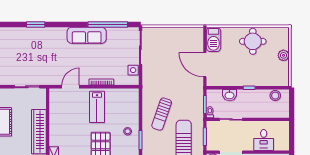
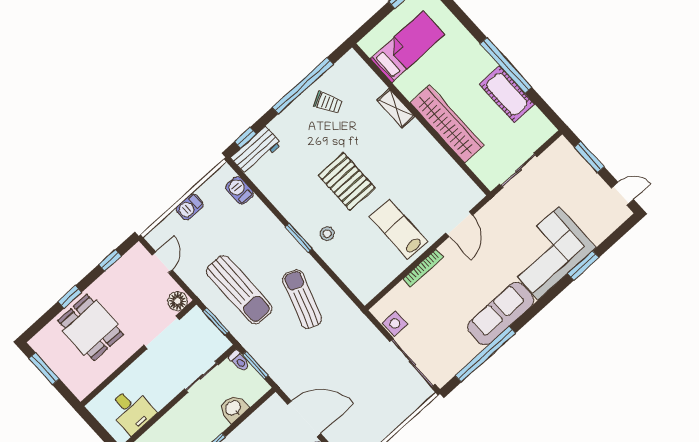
corner sofa: (45, 42) -> (549, 253), added
desk: (264, 140) -> (131, 410), moved, turned 180

